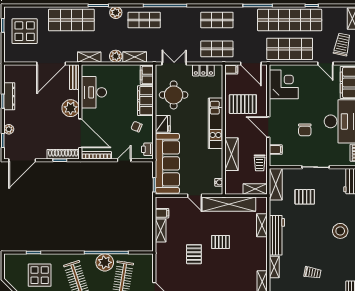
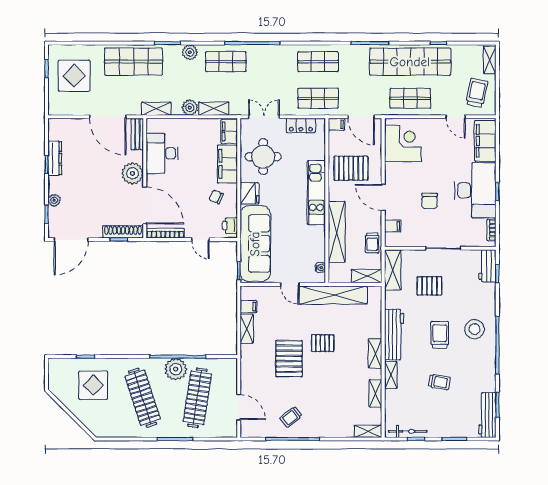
shop shelf: (290, 49) -> (410, 98), width x0.70, depth x0.74
door: (51, 63) -> (108, 117), hinge flipped
shelving: (232, 154) -> (337, 232), width x1.47
door: (124, 160) -> (200, 240), swing flipped
shelving: (262, 225) -> (375, 353), moved
trolley: (313, 235) -> (440, 335), added
pallet: (194, 254) -> (289, 359), width x1.50, depth x1.42

